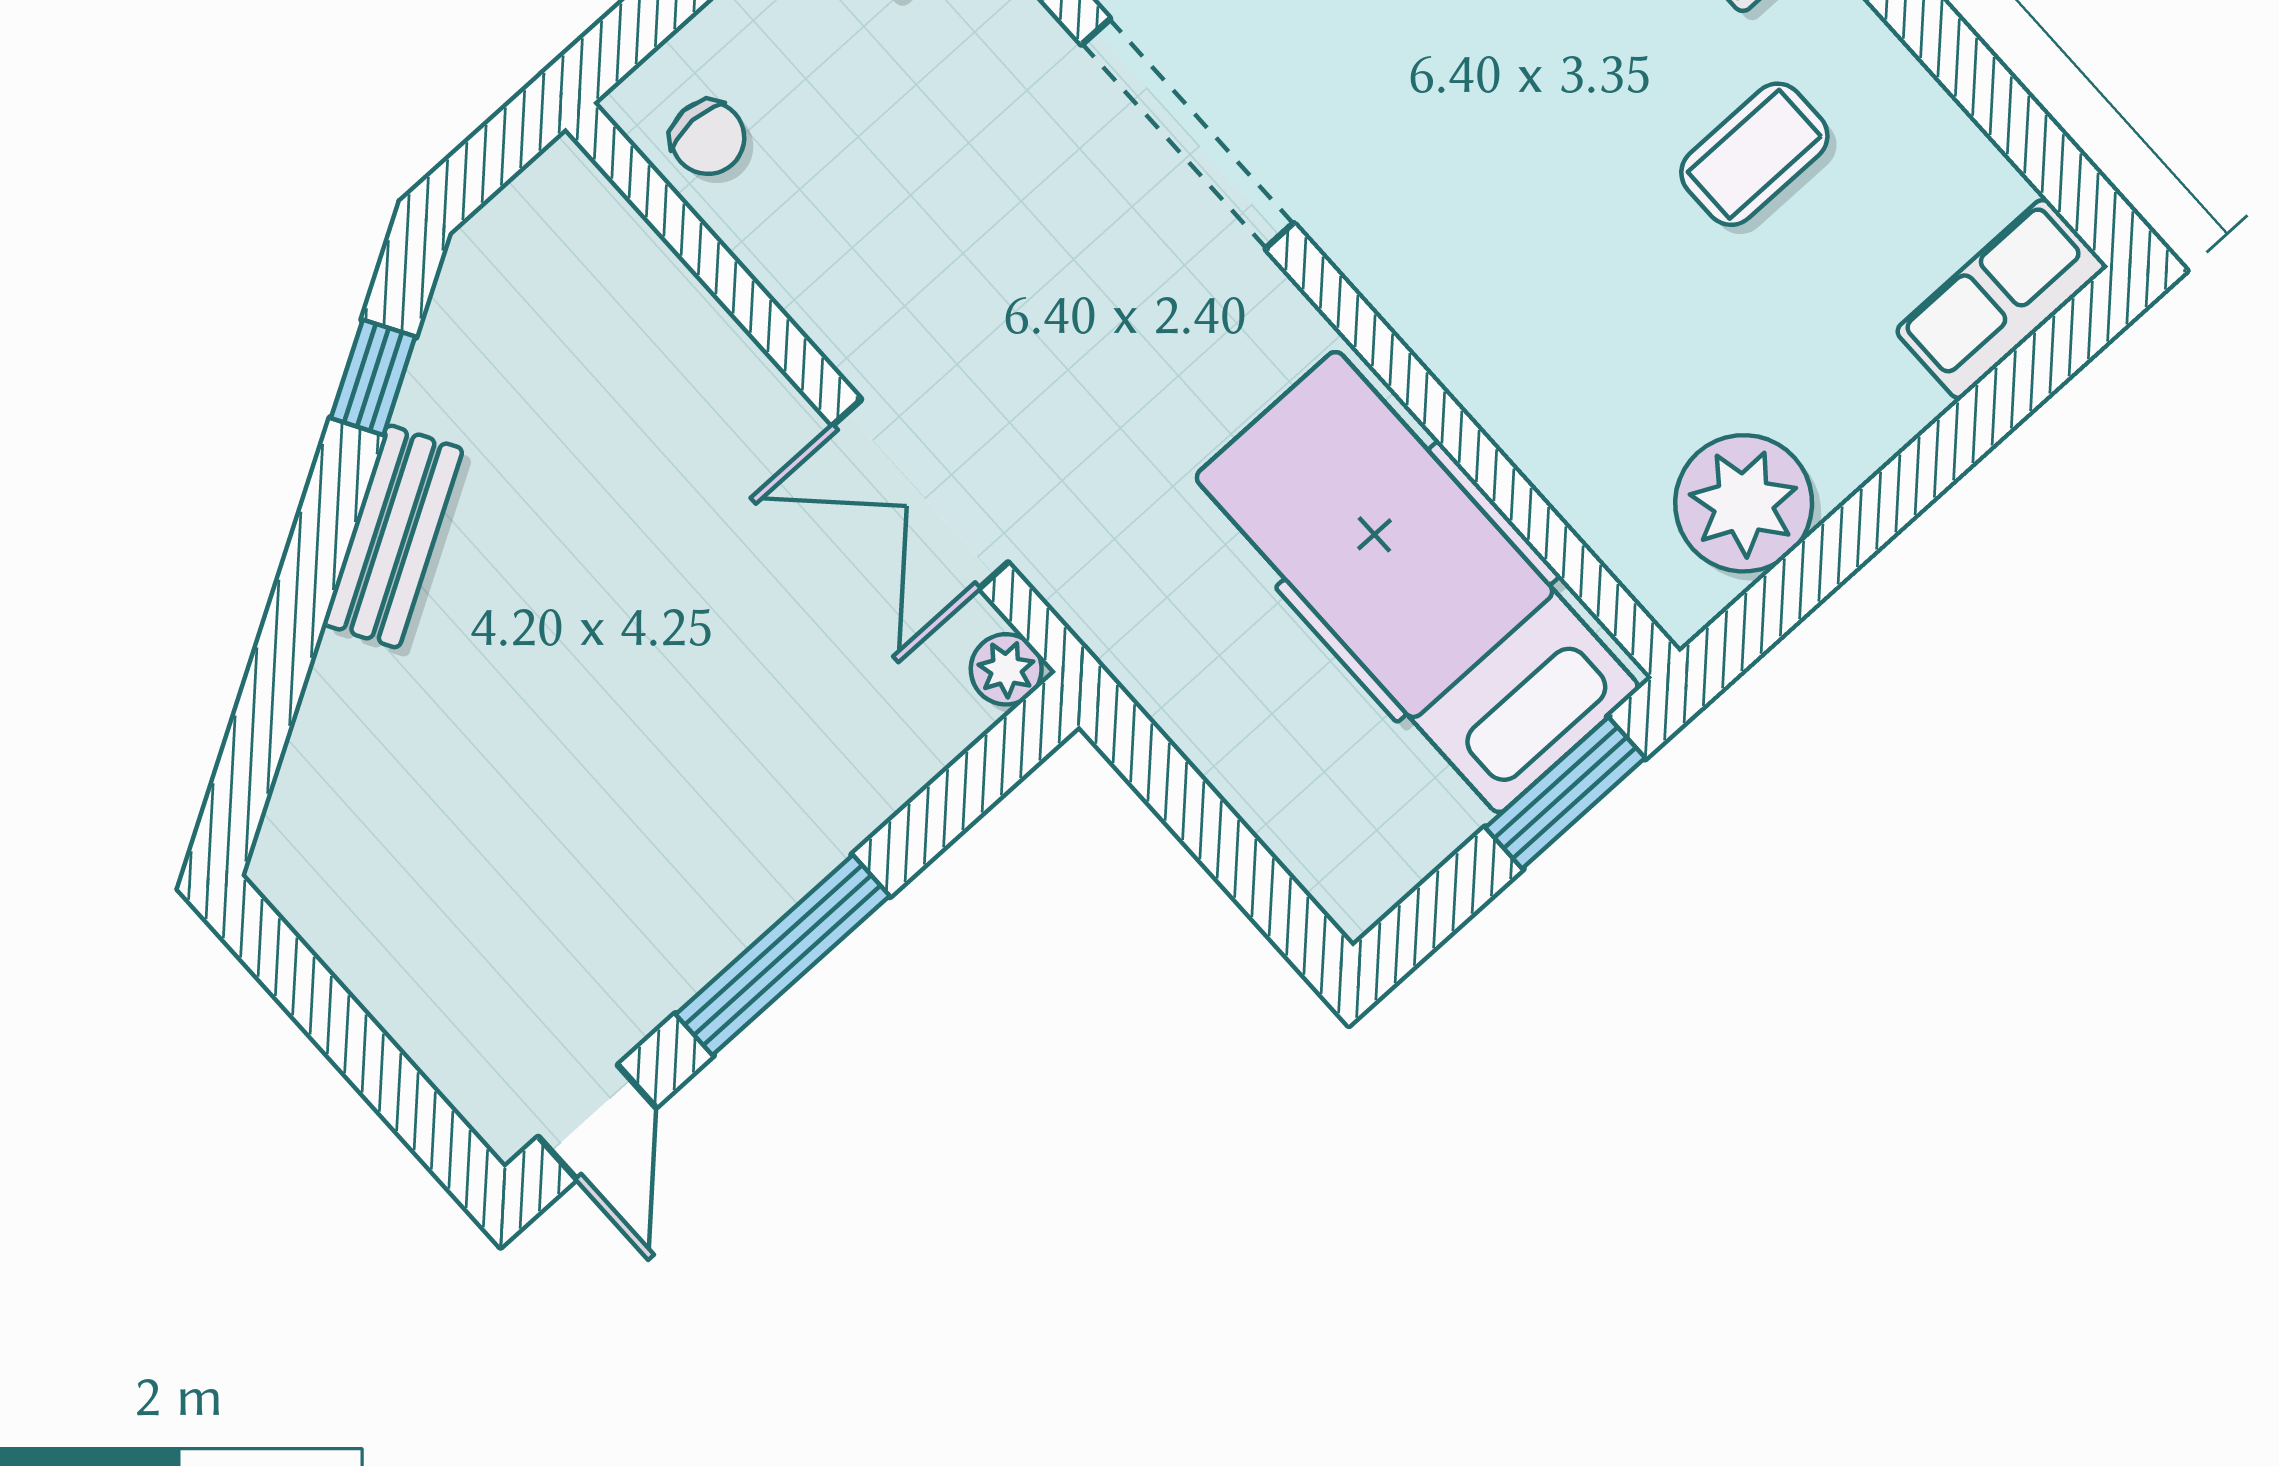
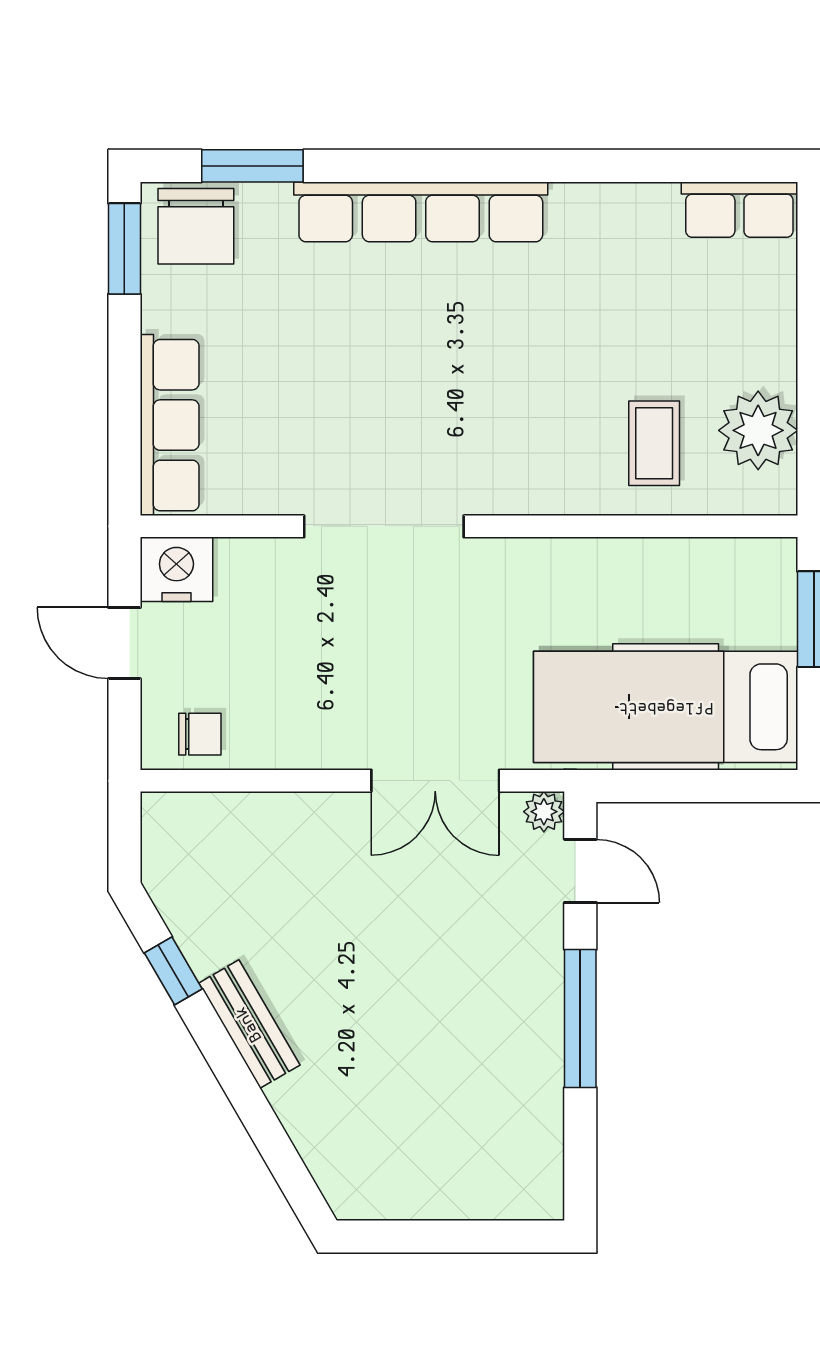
coffee table: (1754, 154) -> (654, 443), moved
row of seats: (2001, 299) -> (739, 210), moved, turned -90
hospital bed: (1417, 582) -> (666, 707), moved
door: (597, 1122) -> (580, 871), moved

